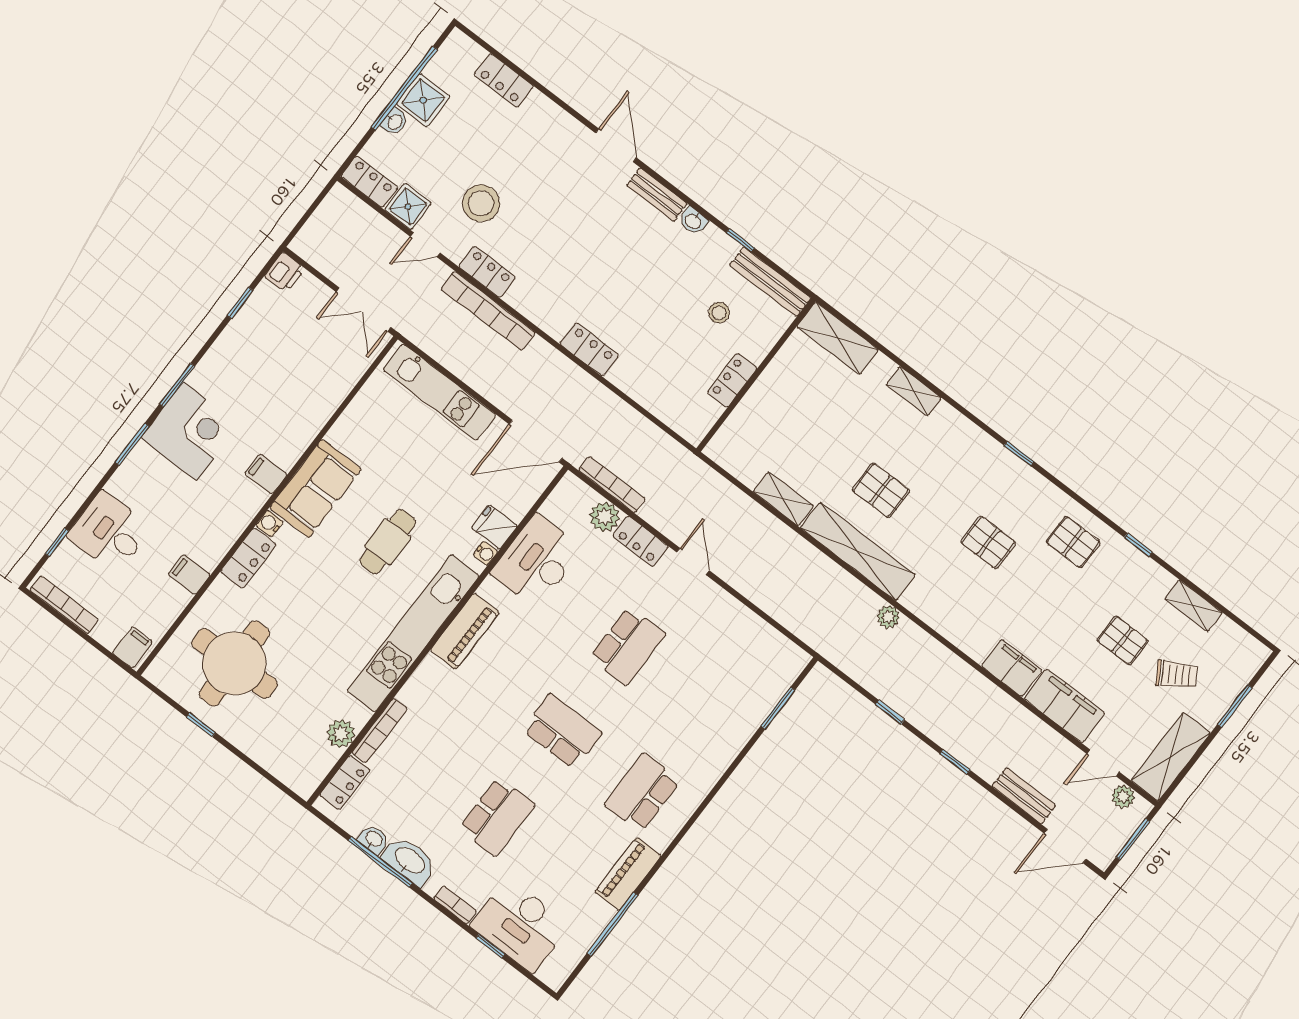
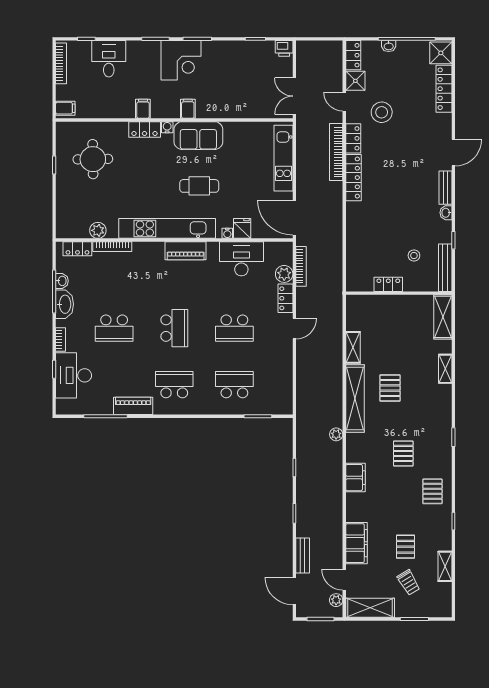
locker: (504, 81) -> (444, 89), width x1.53
shower: (423, 100) -> (441, 53), moved
locker: (589, 349) -> (353, 178), moved, width x1.53
filing cabinet: (189, 574) -> (143, 109), moved
round table: (234, 663) -> (93, 159), width x0.73, depth x0.73
filing cabinet: (1012, 668) -> (355, 478), moved
school desk: (708, 707) -> (234, 385), added

